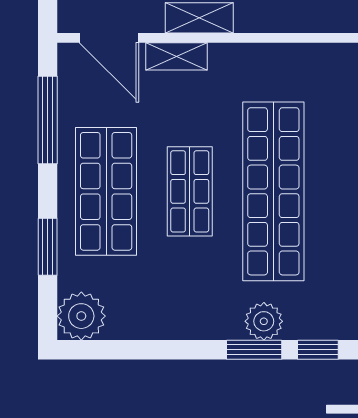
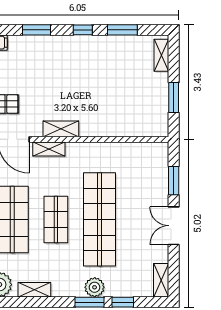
shelving: (149, 326) -> (34, 290), added

